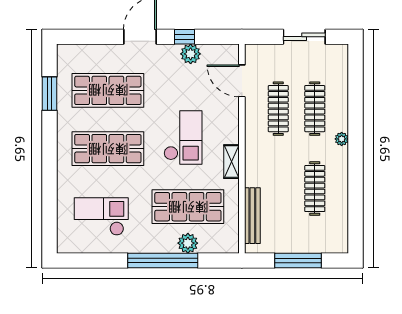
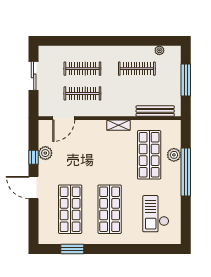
checkout: (183, 137) -> (102, 158), removed
plant: (342, 139) -> (159, 50), moved

